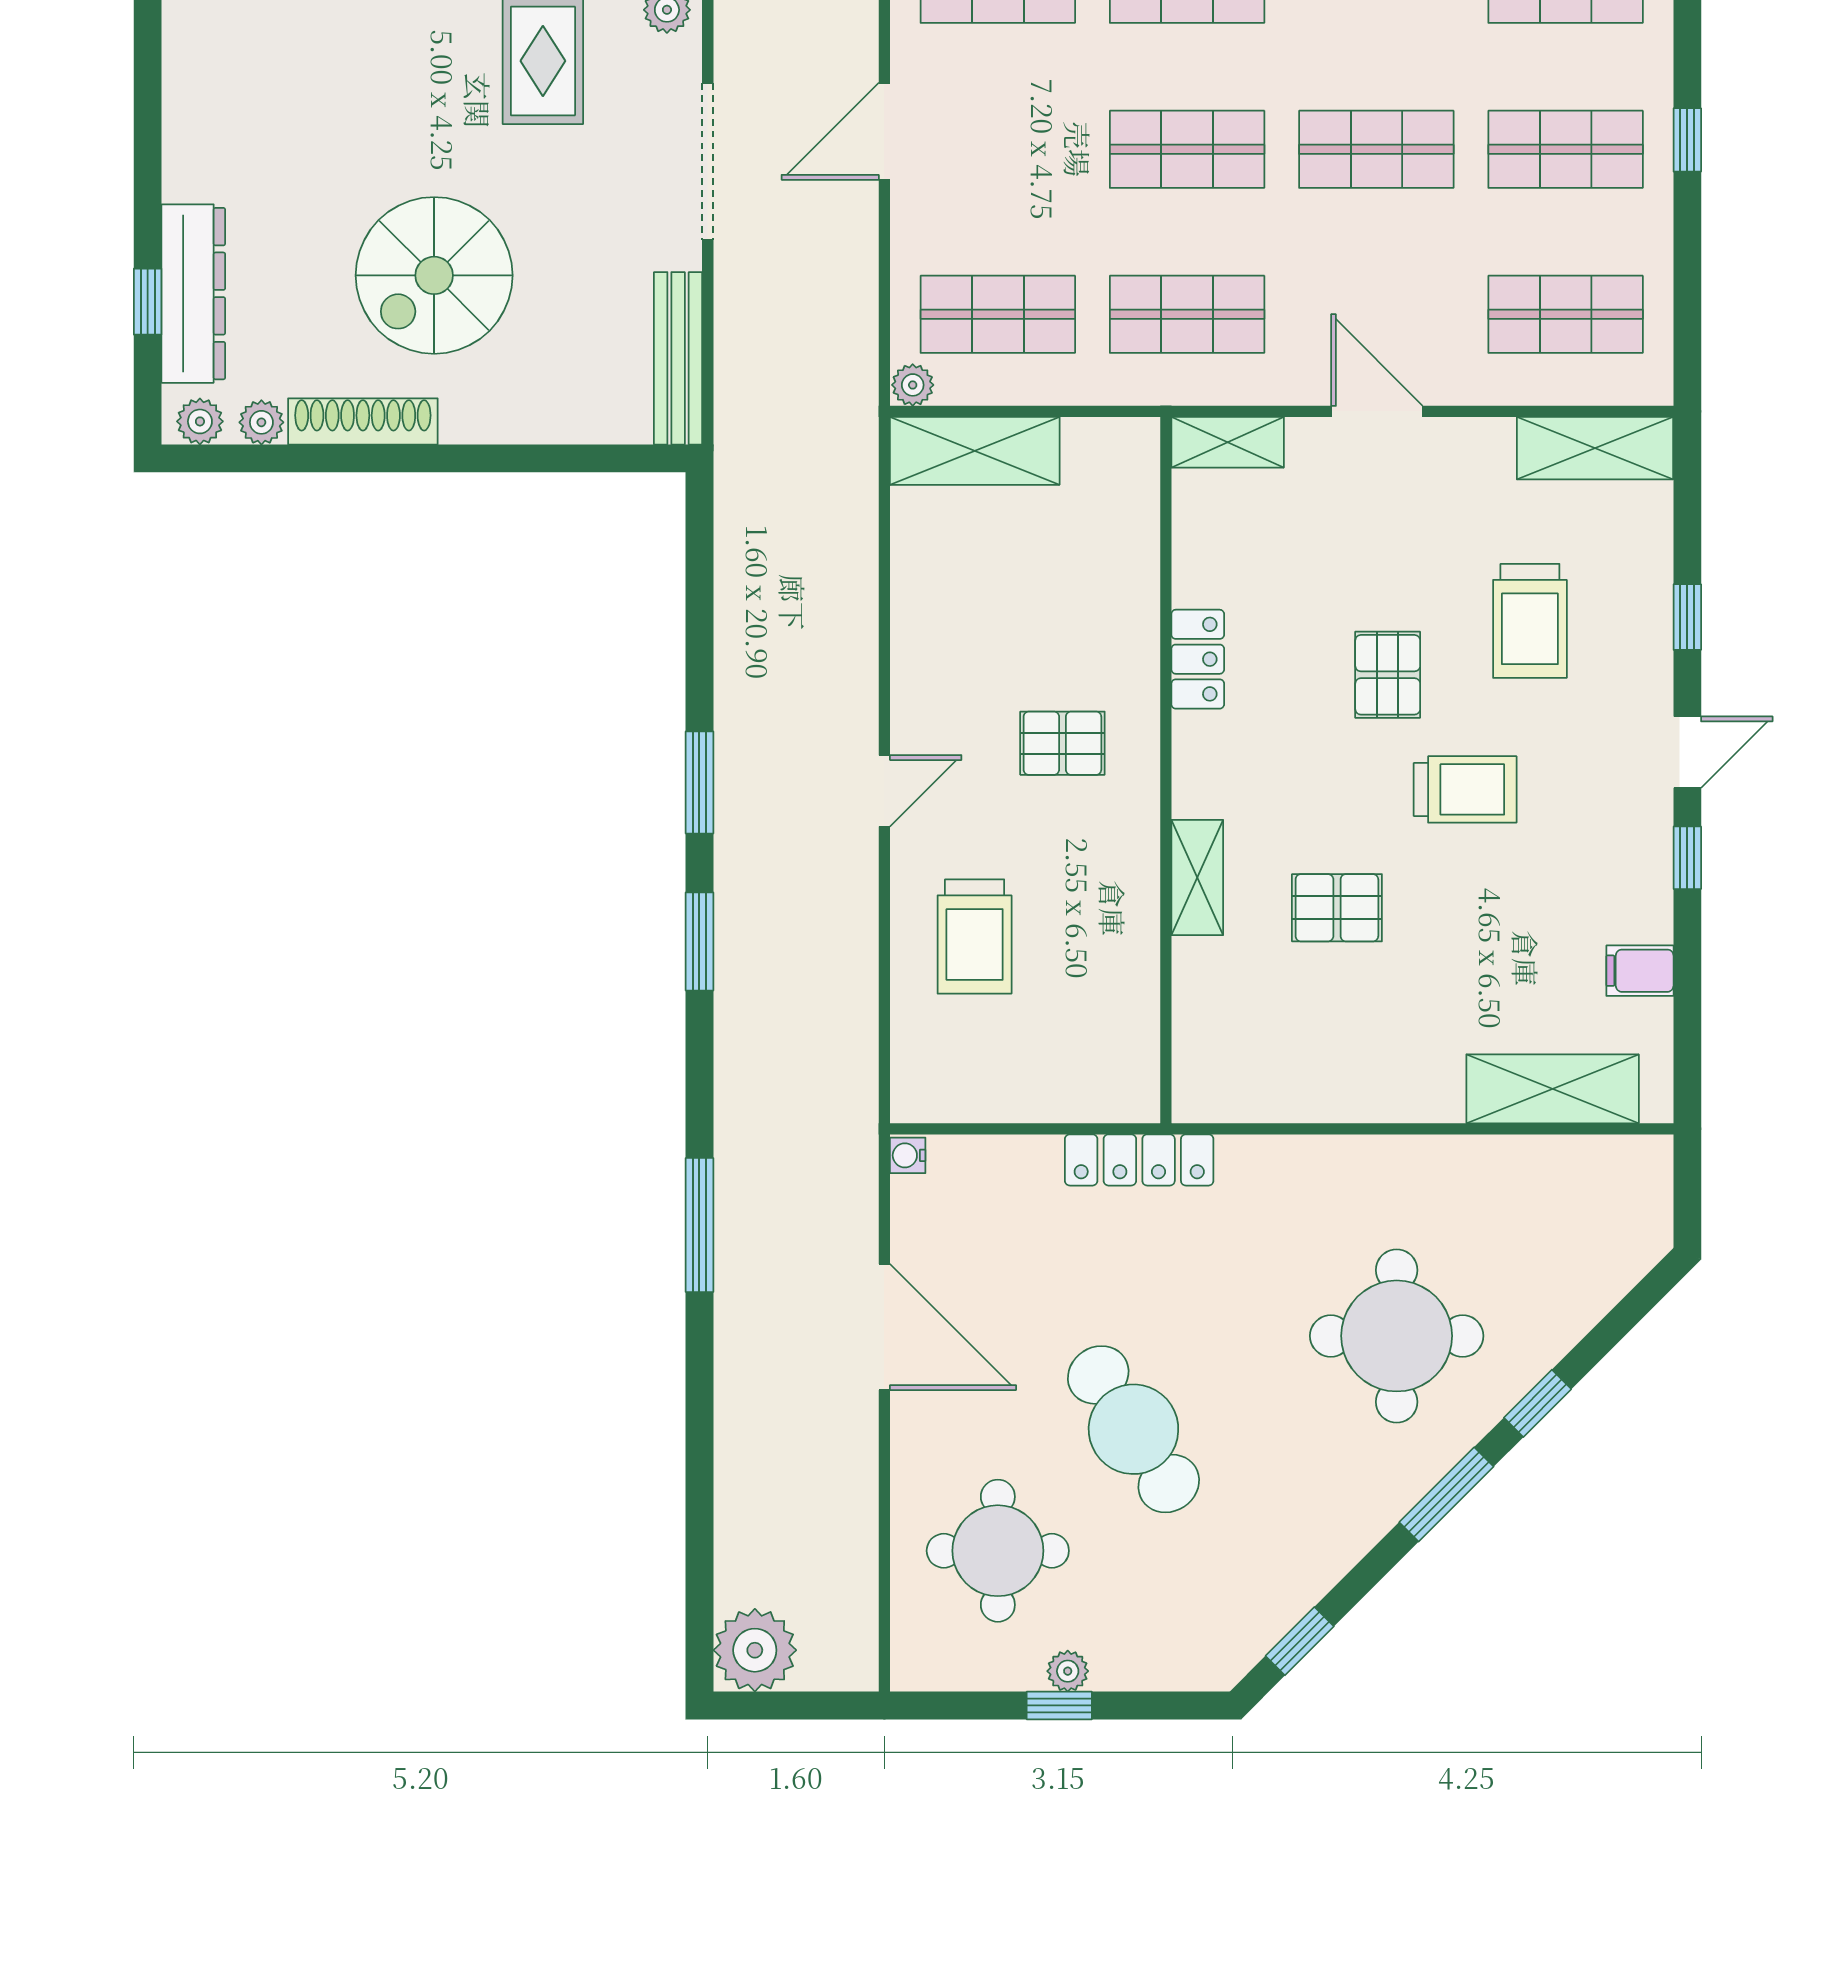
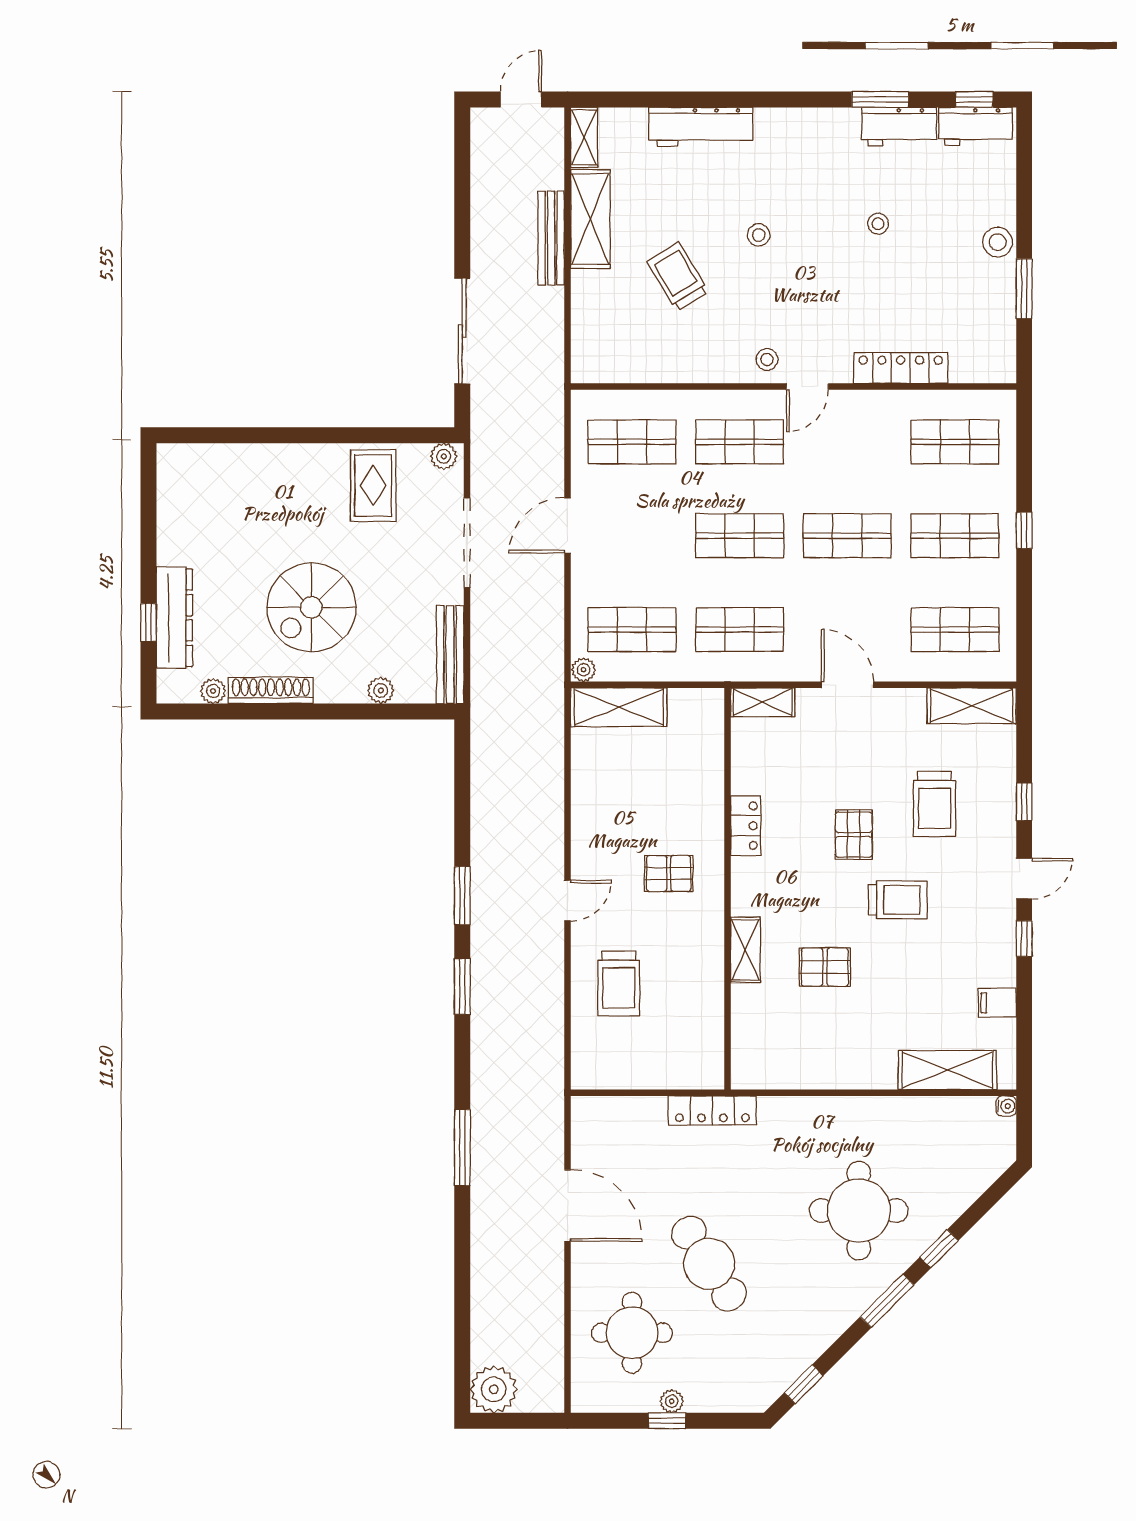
plant: (200, 421) -> (381, 690), moved
water cooler: (908, 1155) -> (1006, 1106), moved, turned 180

